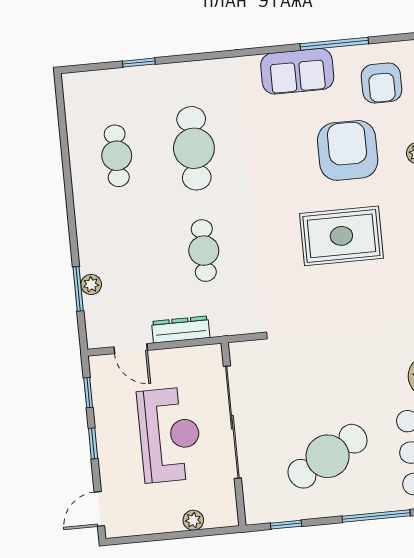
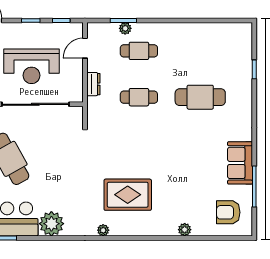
armchair: (348, 150) -> (190, 188), removed
cafe table: (117, 156) -> (139, 51), moved
rug: (341, 236) -> (128, 195), moved, turned 90
dresser: (181, 330) -> (93, 84), width x0.70

